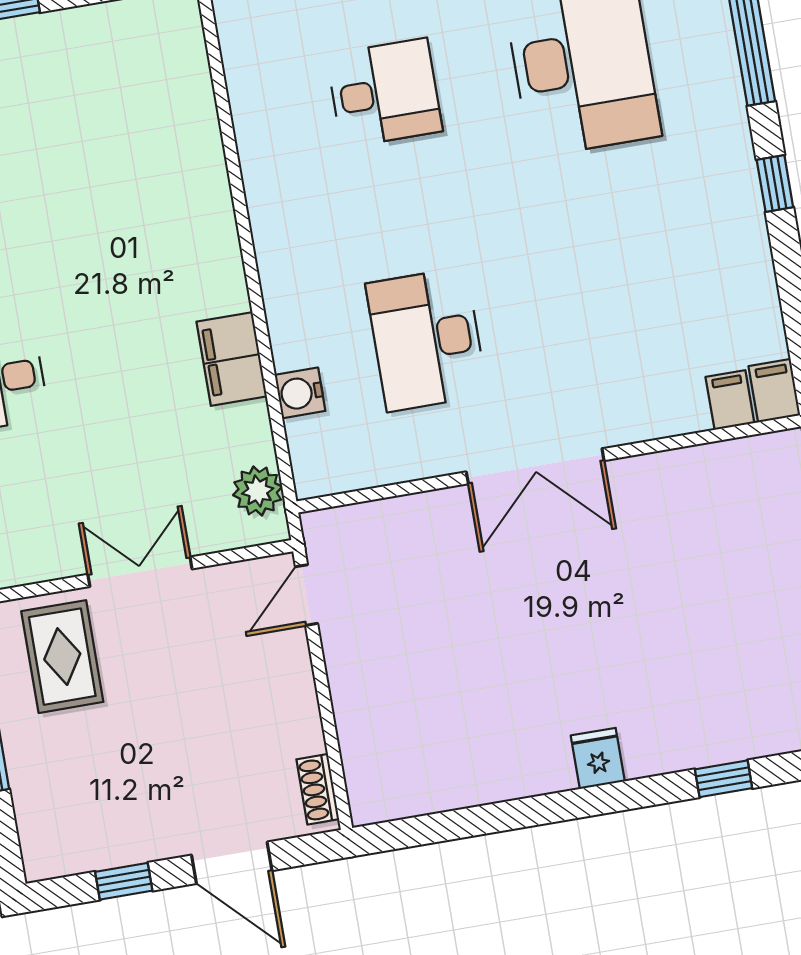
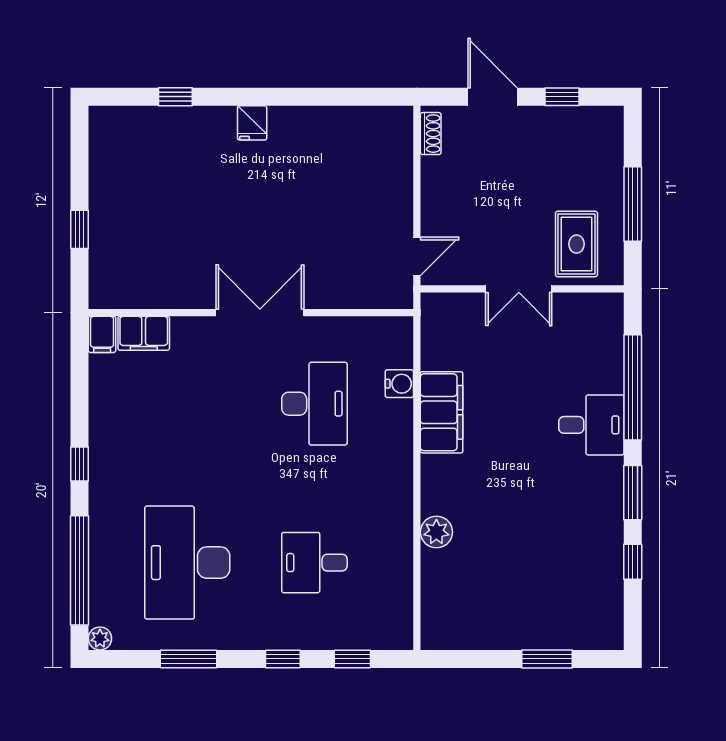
filing cabinet: (232, 359) -> (442, 412), width x1.50, depth x1.17
filing cabinet: (730, 400) -> (144, 333), width x2.00
plant: (258, 491) -> (436, 532), moved

